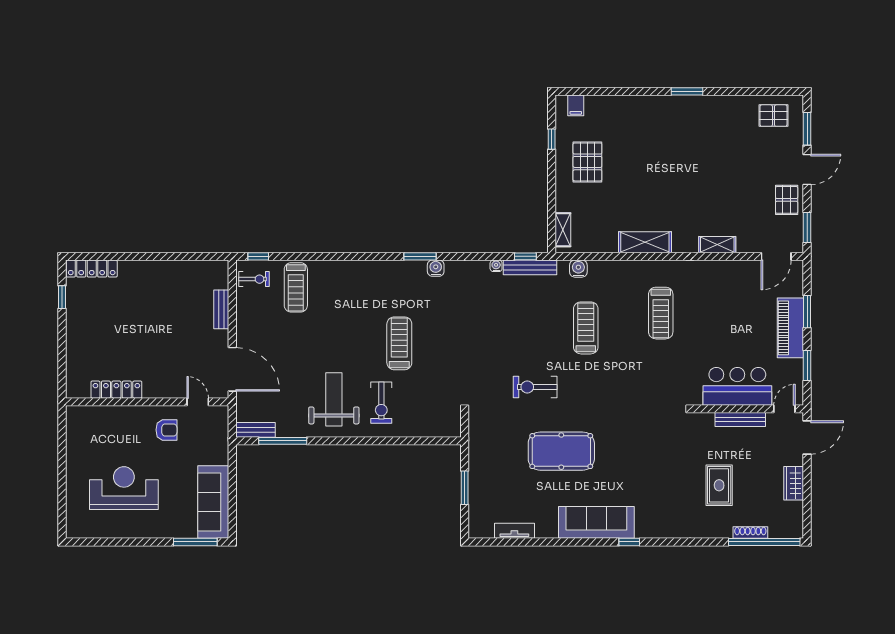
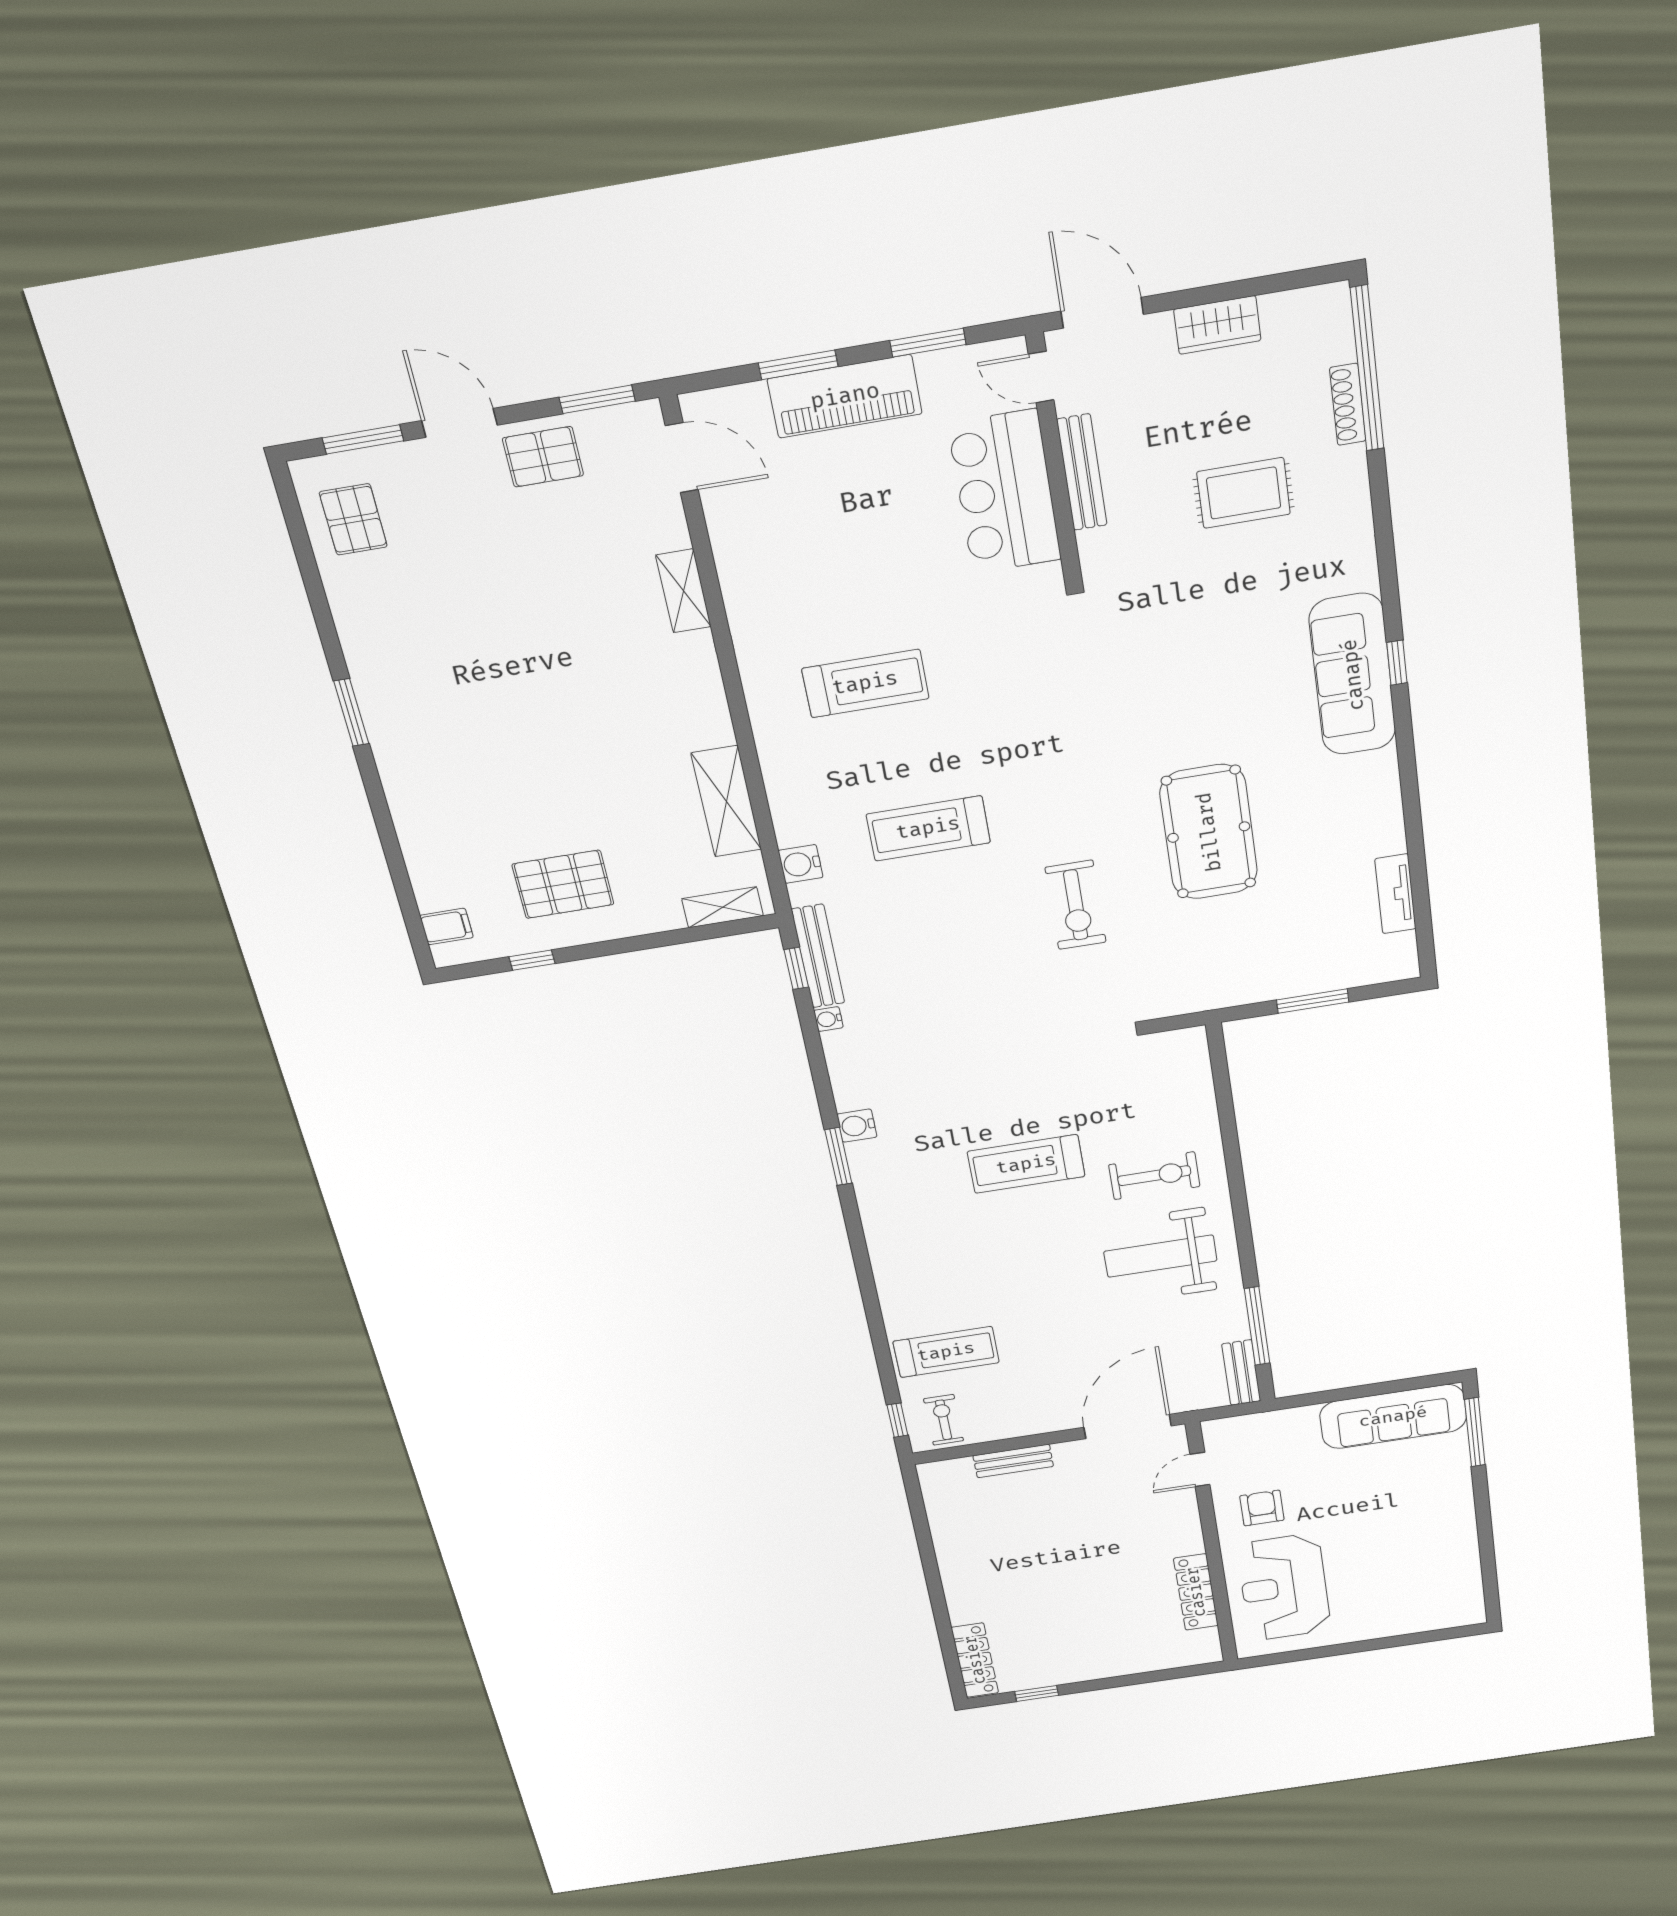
shelving: (645, 242) -> (726, 801), moved
reception desk: (124, 488) -> (1284, 1587), moved
sofa: (596, 522) -> (1353, 675), moved

